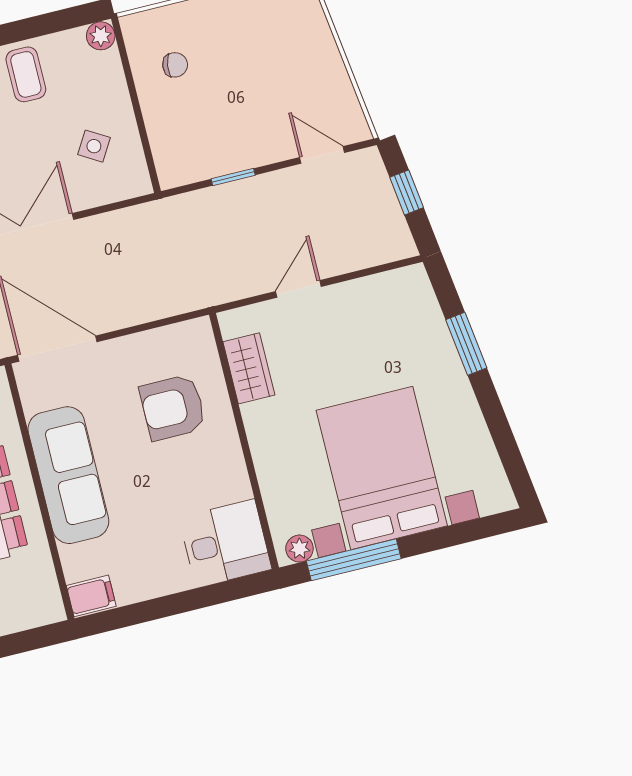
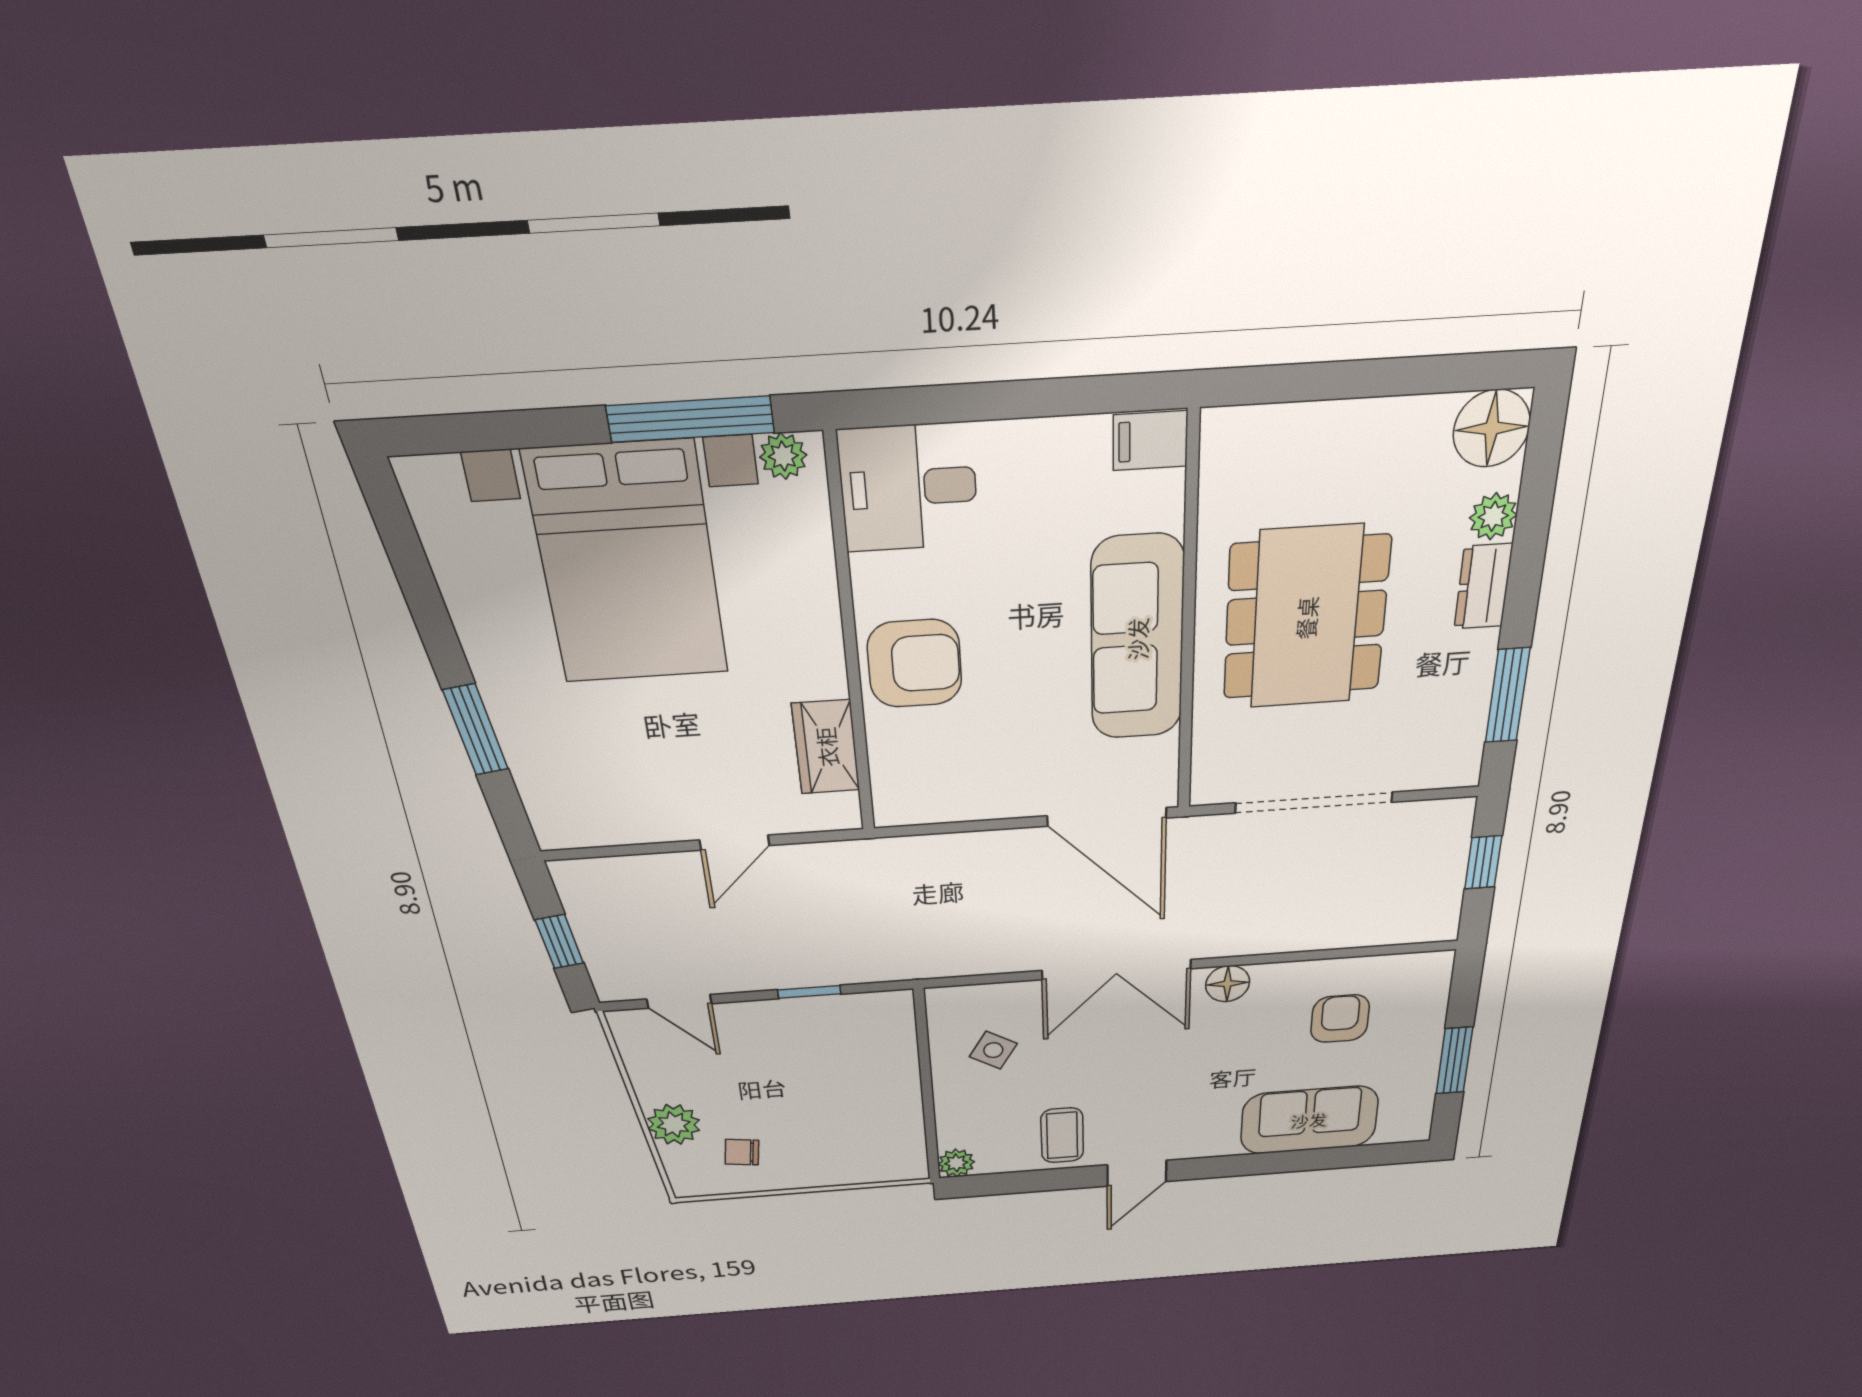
plant: (316, 43) -> (674, 1125), added
chair: (175, 65) -> (742, 1152), moved
armchair: (173, 407) -> (915, 664), moved

